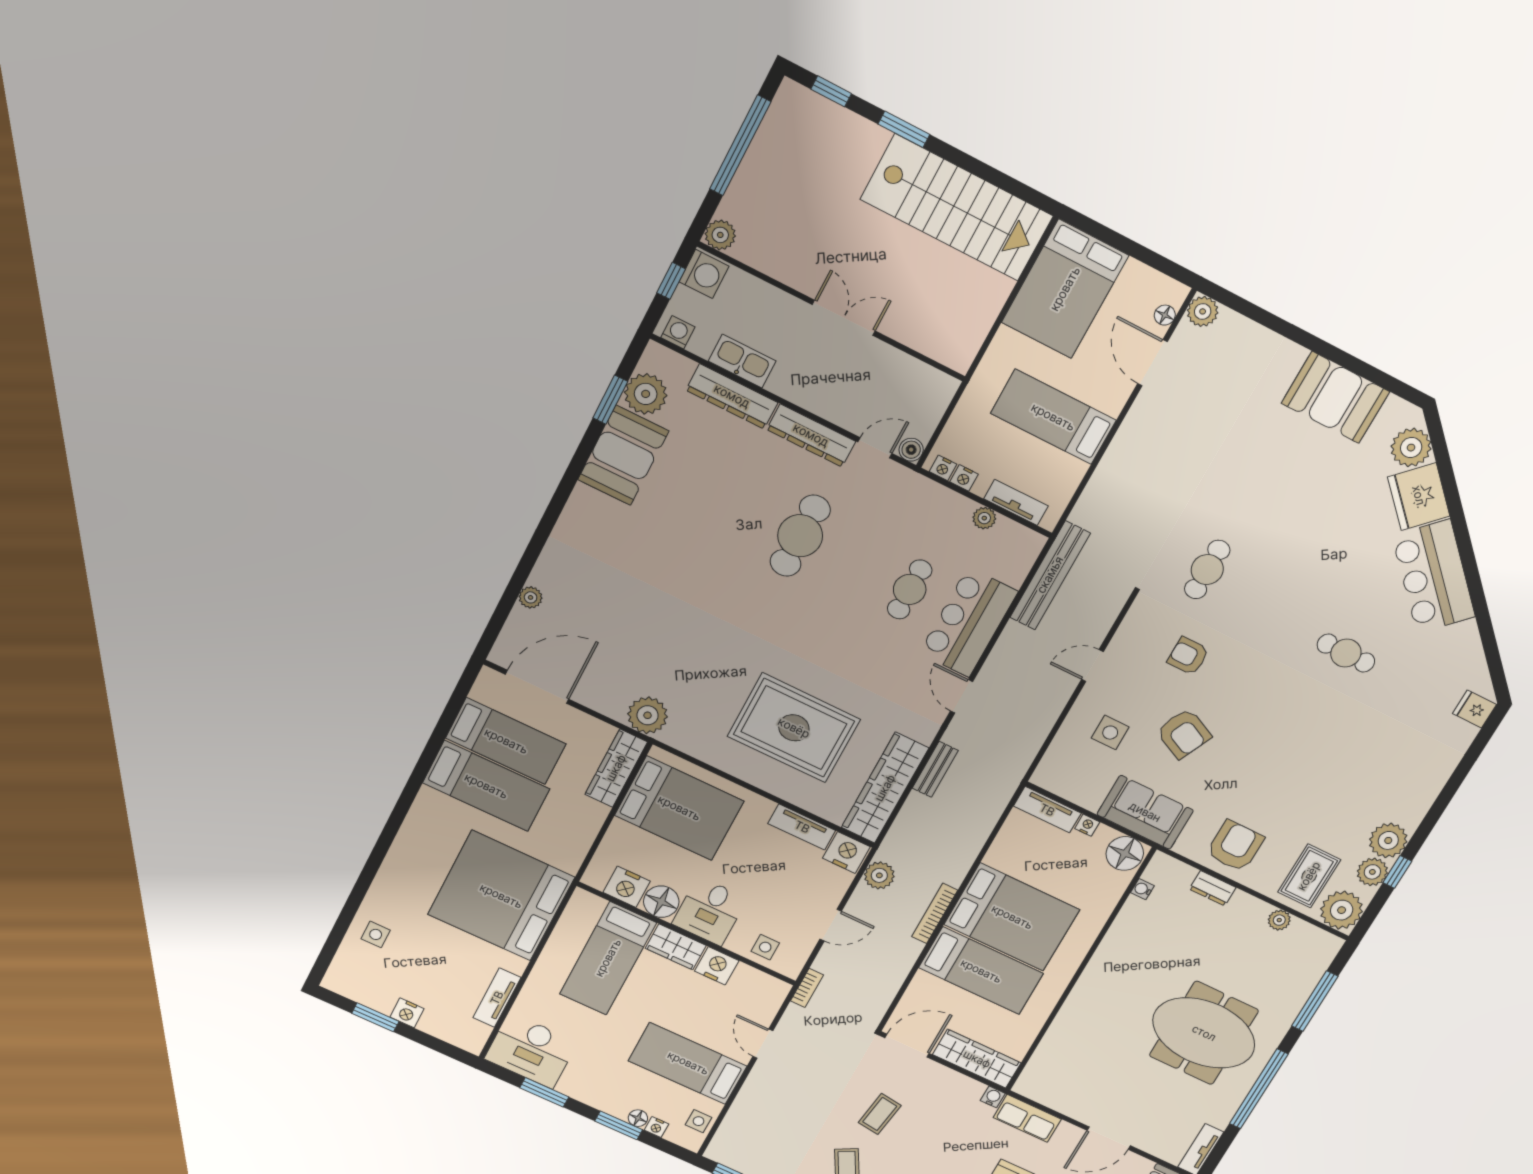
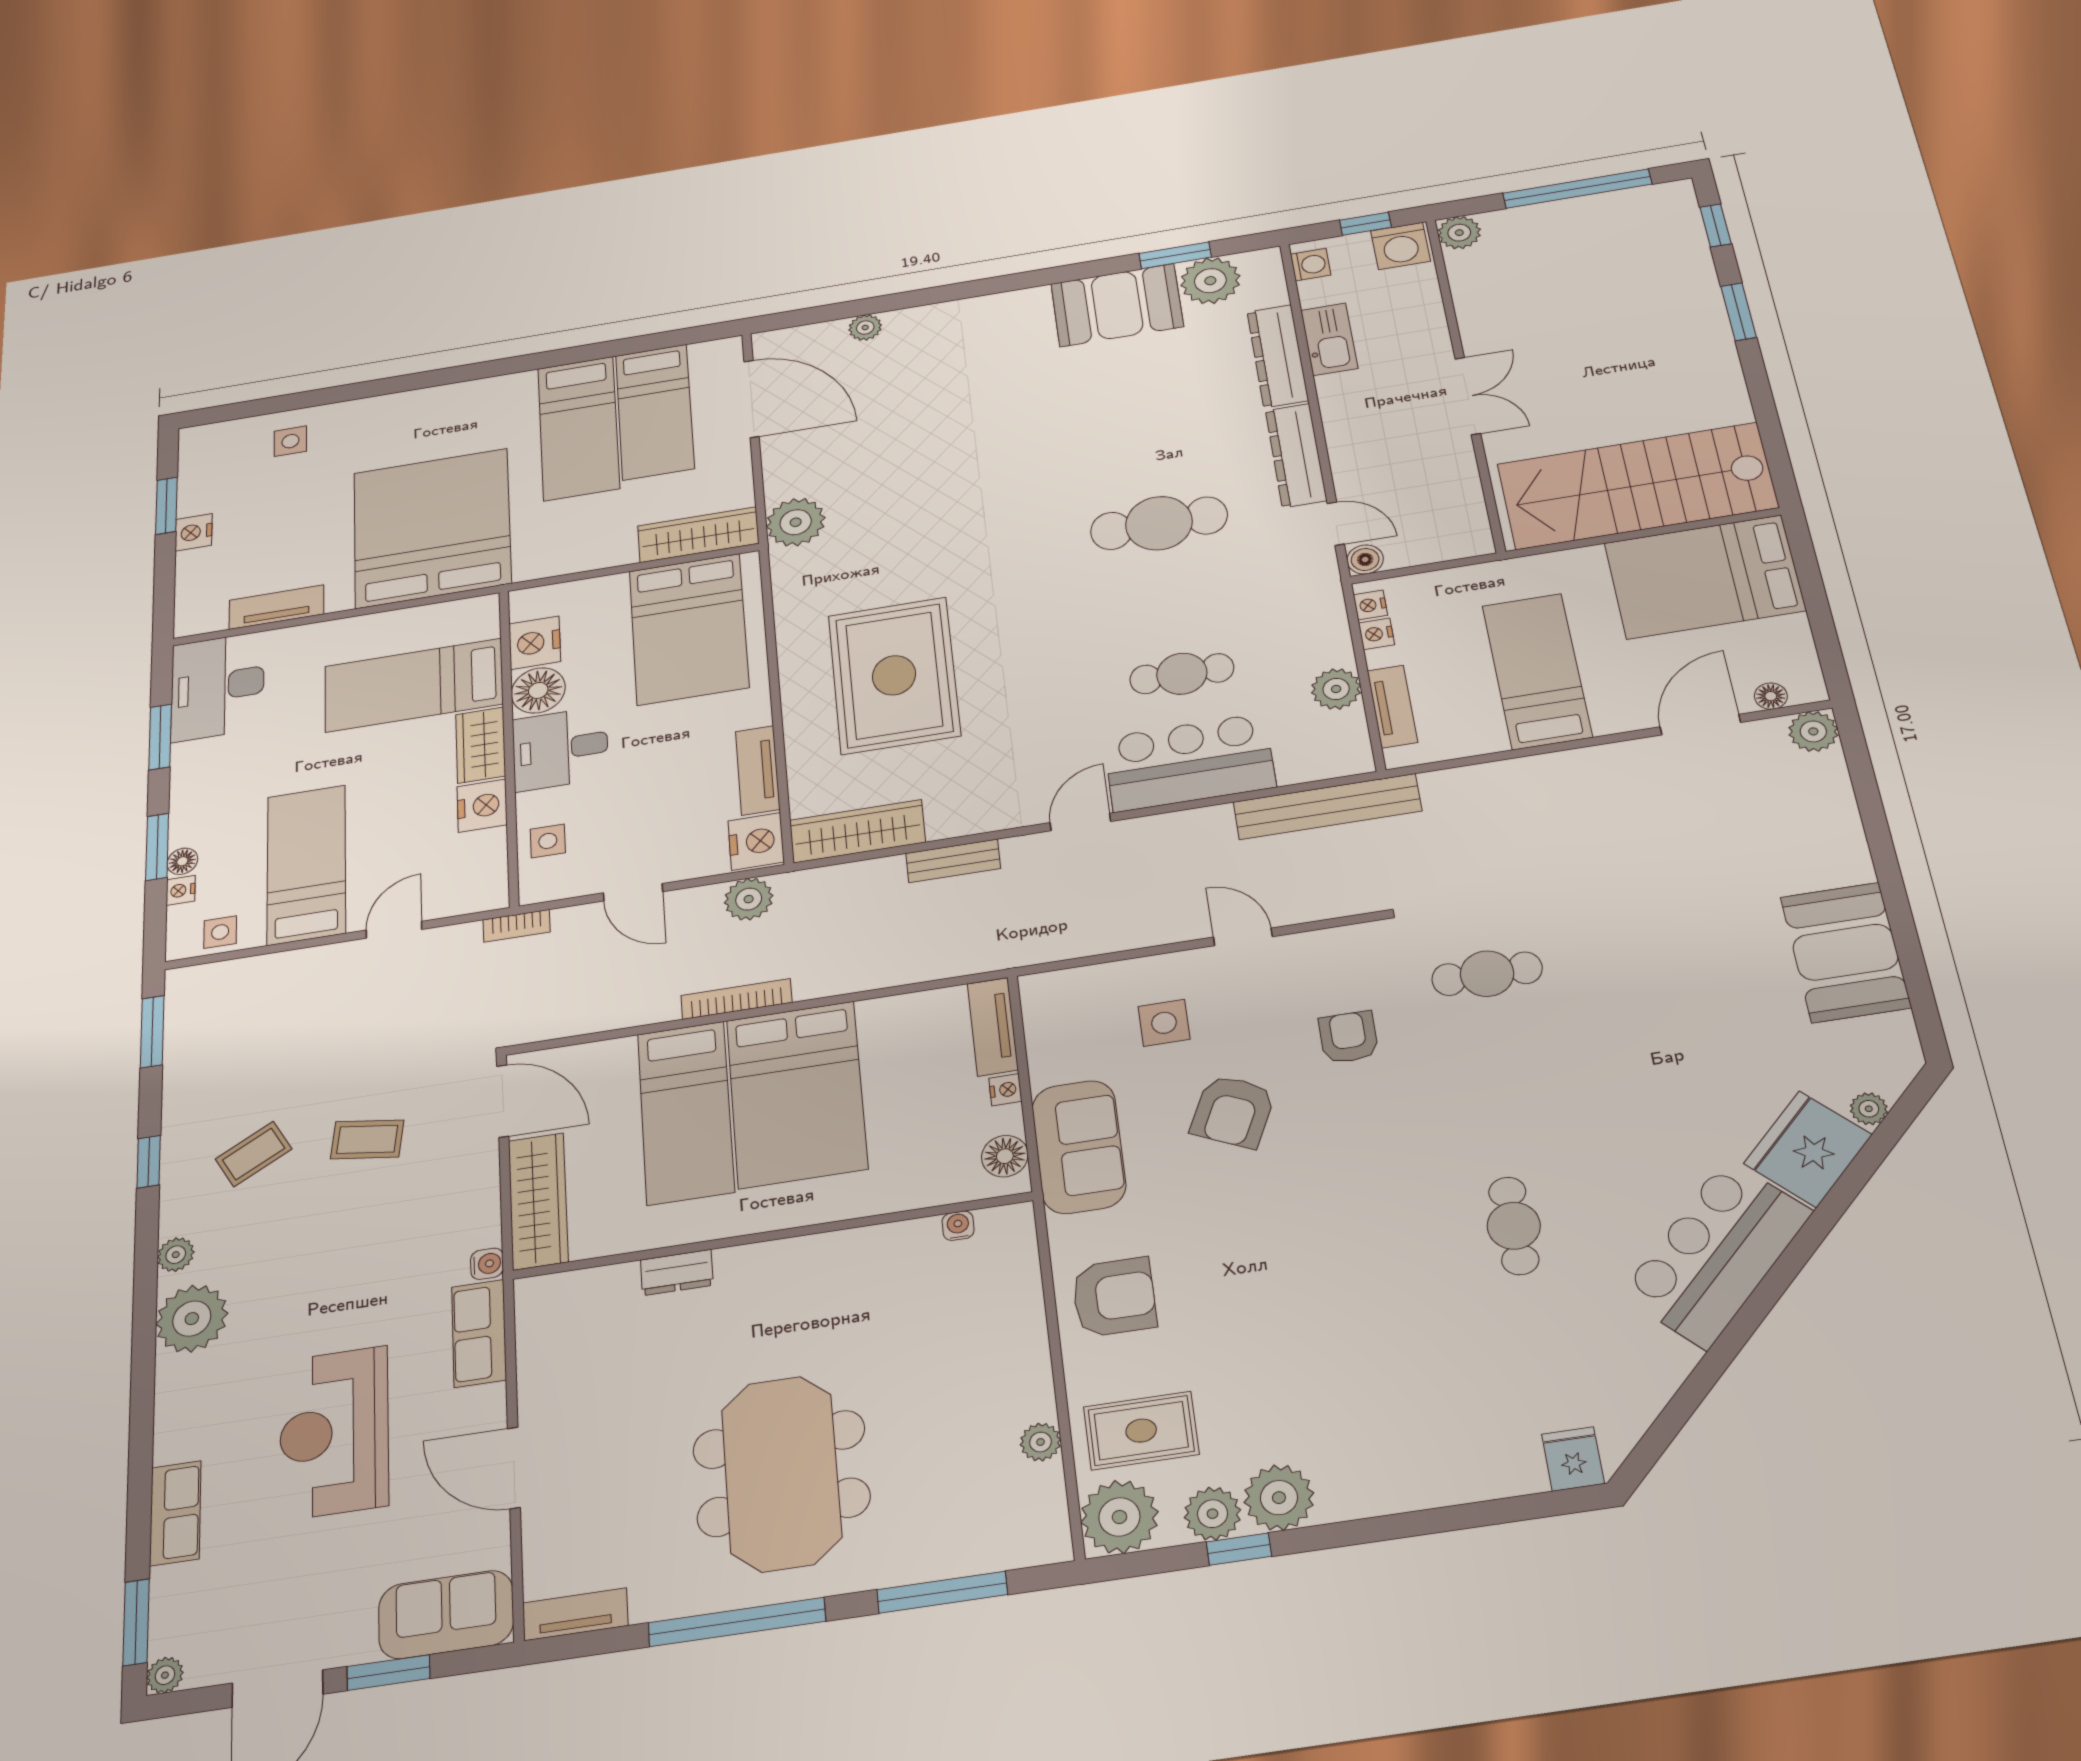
stairs: (957, 208) -> (1637, 486), moved, turned 90
plant: (1411, 448) -> (1869, 1109), width x0.53, depth x0.53
plant: (984, 518) -> (1336, 689), width x1.38, depth x1.38
wardrobe: (885, 788) -> (857, 831), width x0.71, depth x0.85
floor lamp: (1125, 853) -> (1005, 1156), width x0.73, depth x0.73
dresser: (1213, 888) -> (677, 1272), moved, turned -90

